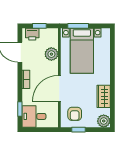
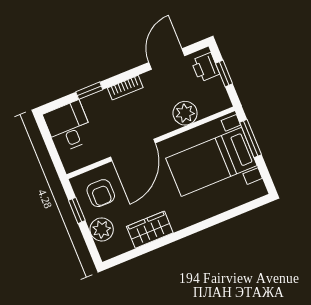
door: (59, 88) -> (133, 150), swing flipped
window: (20, 109) -> (89, 91), moved
armchair: (75, 114) -> (101, 193), turned -90
plant: (104, 121) -> (102, 229), moved

